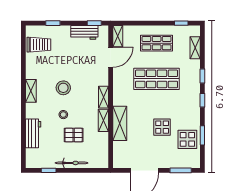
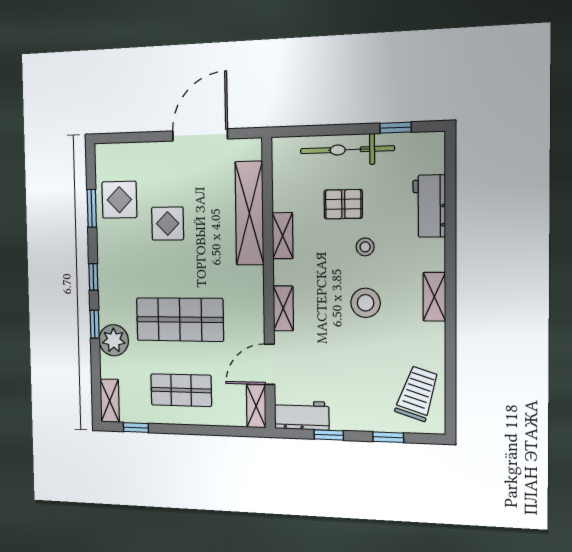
window: (94, 23) -> (329, 435), moved
workbench: (84, 32) -> (302, 415), moved
trolley: (39, 45) -> (417, 394), turned 108
shelving: (195, 48) -> (110, 401), moved
plant: (192, 68) -> (114, 340), added
shelving: (103, 97) -> (283, 308), moved
shelving: (120, 123) -> (249, 213), width x1.47
bicycle: (72, 163) -> (347, 150), width x1.37, depth x1.40
window: (181, 170) -> (131, 137), removed

